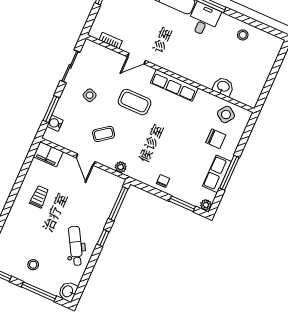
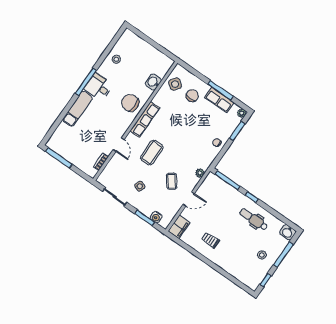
chair: (192, 63) -> (130, 103), added
dental chair: (76, 246) -> (254, 219), turned 30

